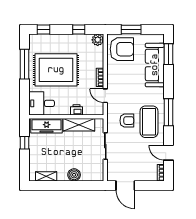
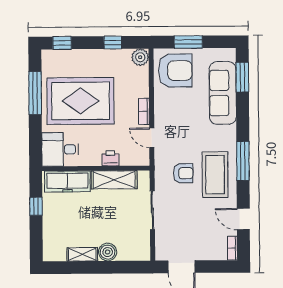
shelving: (46, 176) -> (82, 254), moved

